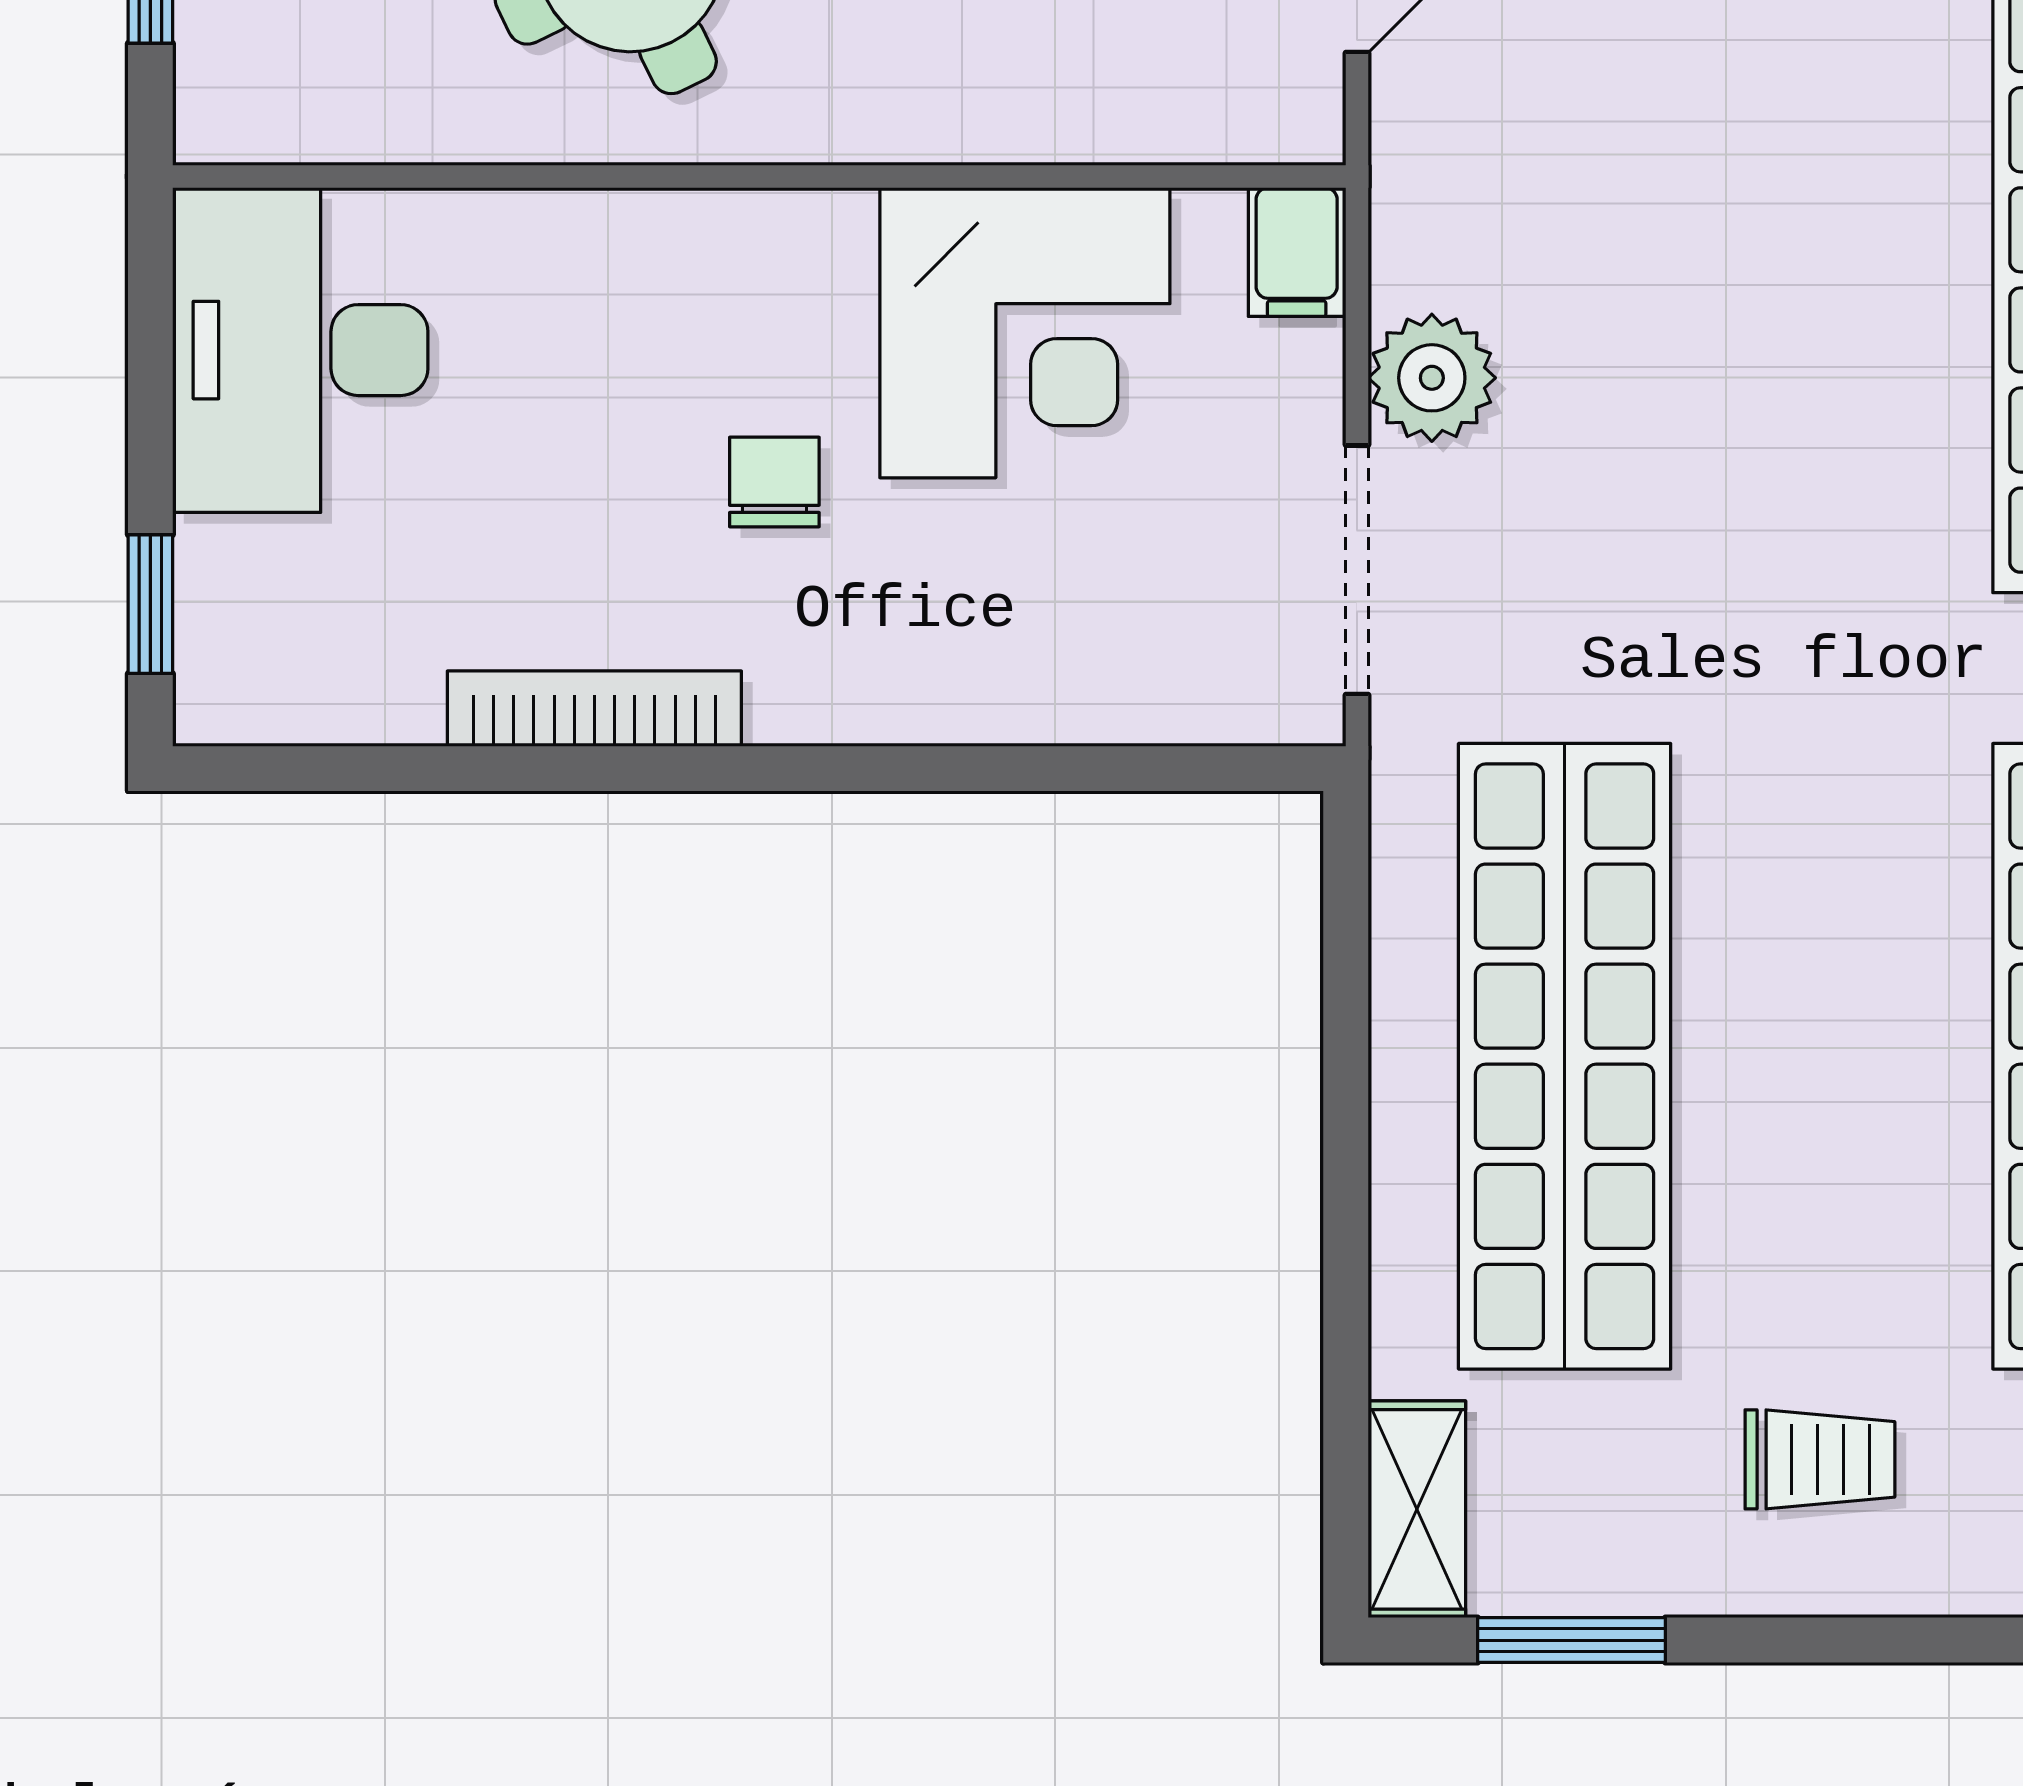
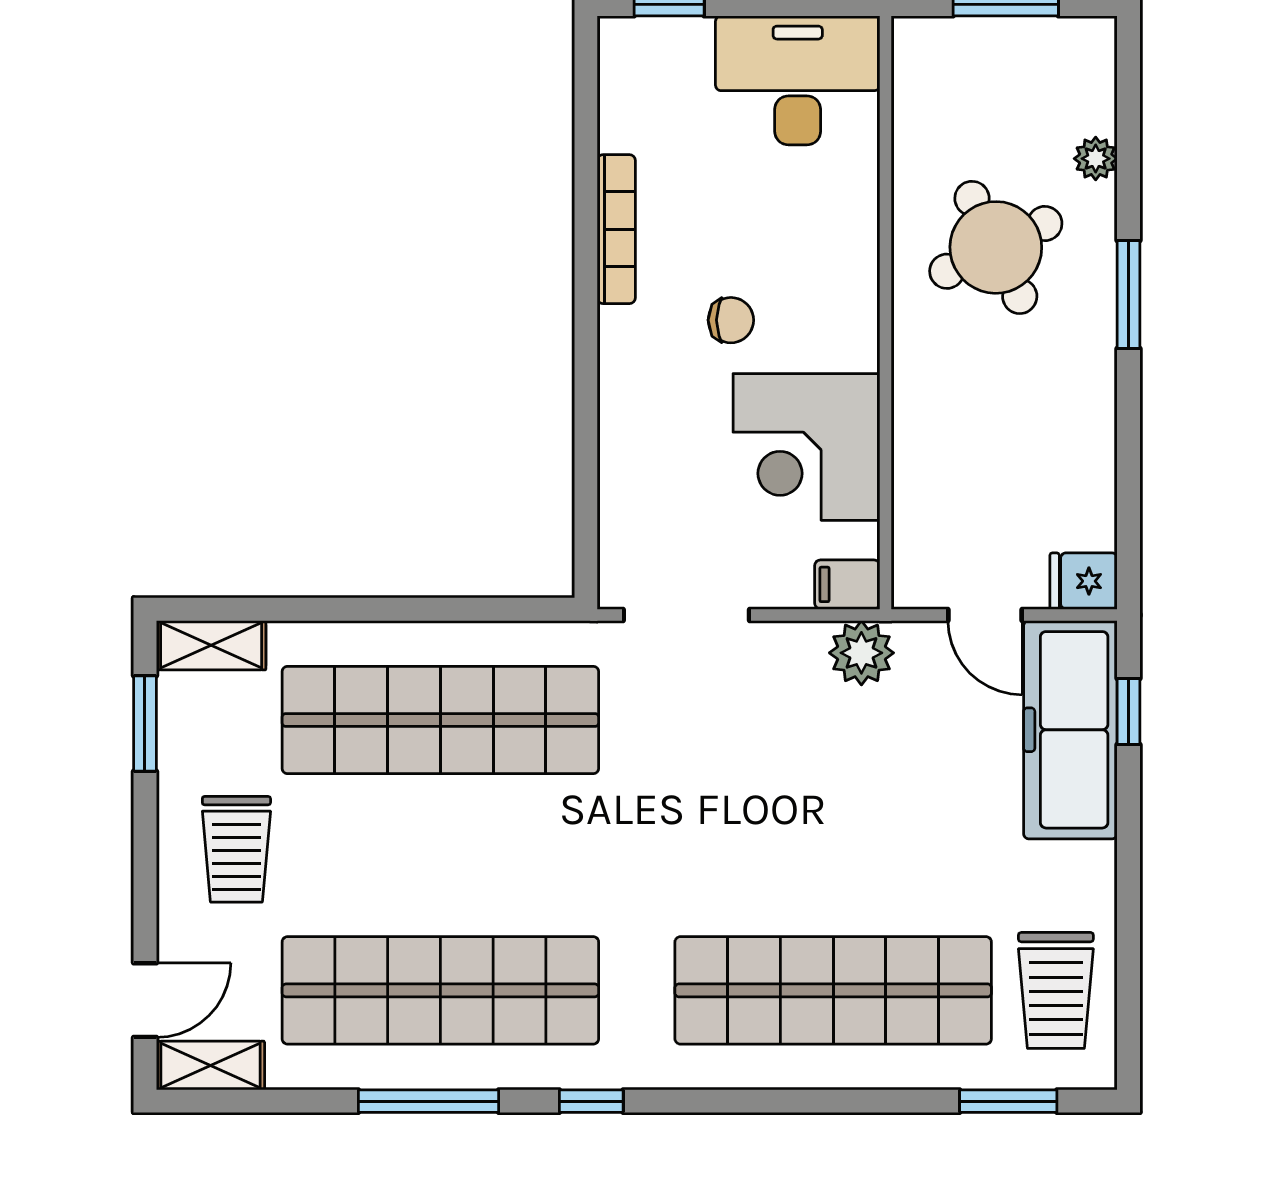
plant: (1432, 378) -> (861, 653), moved
trolley: (1820, 1459) -> (236, 849), width x1.36, depth x1.39

